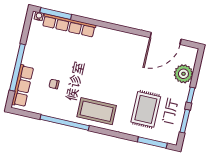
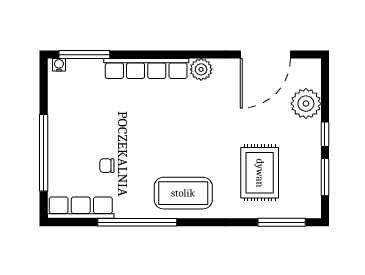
row of seats: (69, 25) -> (146, 69), moved
plant: (125, 39) -> (201, 69), added
row of seats: (23, 86) -> (81, 208), moved, turned -90

